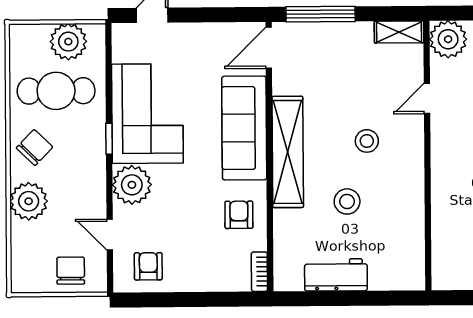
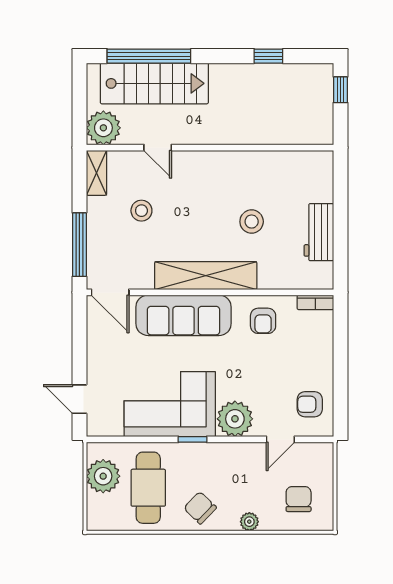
stool: (367, 141) -> (141, 211), moved
plant: (29, 201) -> (249, 522), width x0.53, depth x0.53
armchair: (239, 215) -> (263, 321), turned -90
chair: (71, 271) -> (299, 499), moved, turned 90

